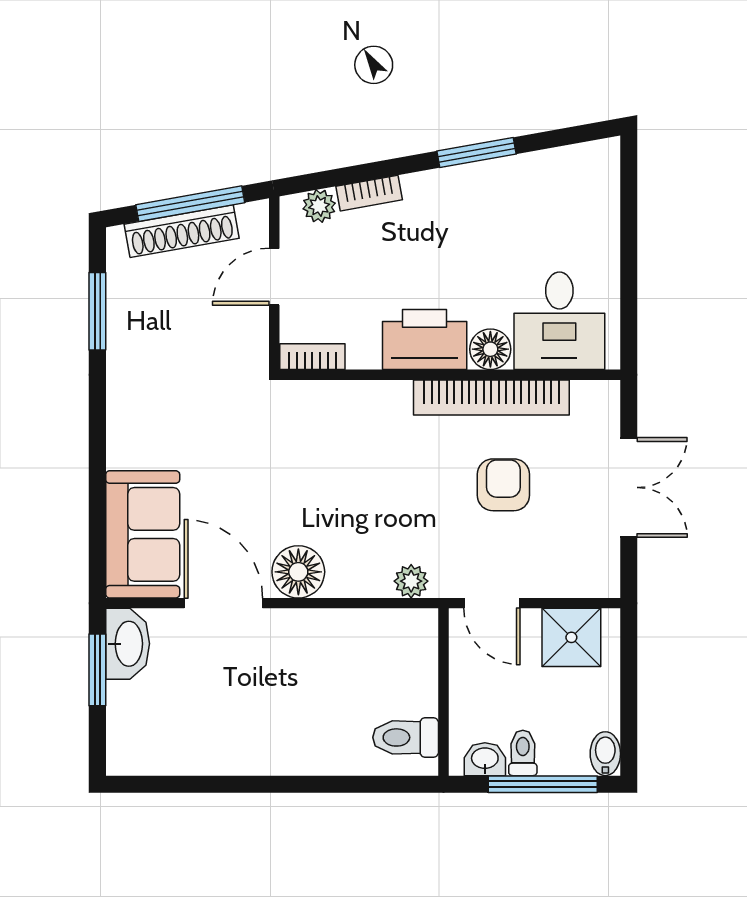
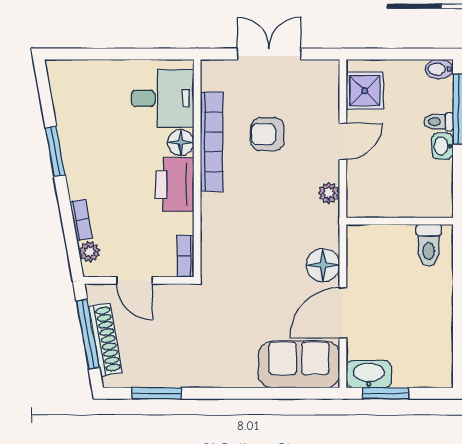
wall: (443, 692) -> (400, 221), moved
toilet: (406, 737) -> (429, 245), moved

